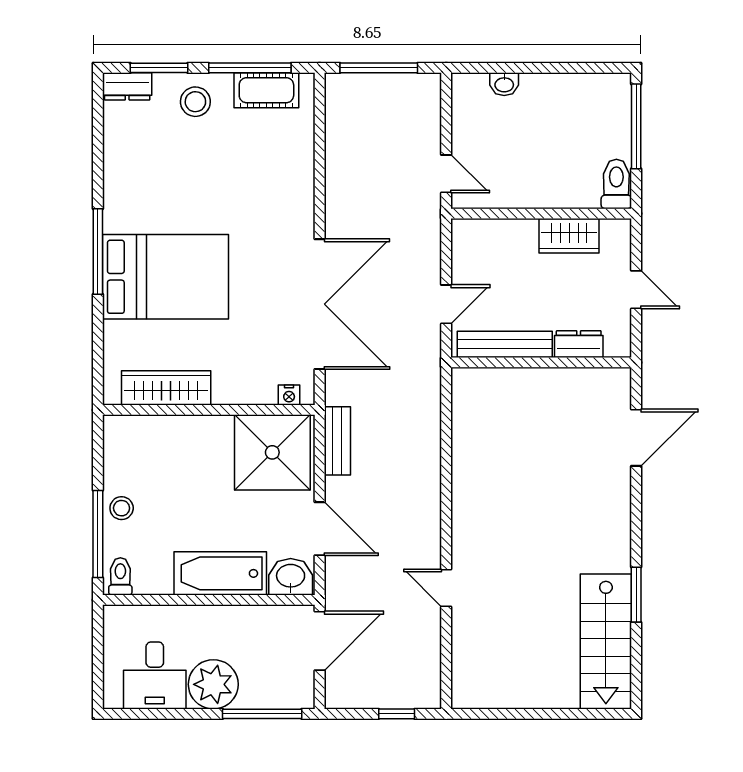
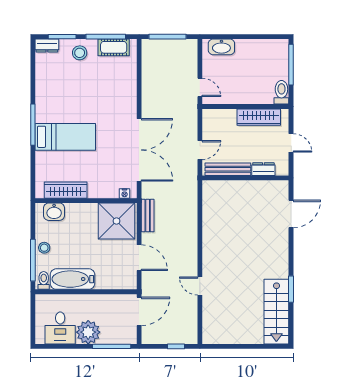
washbasin: (504, 84) -> (221, 47), width x1.91, depth x1.45
wardrobe: (569, 236) -> (259, 117), width x1.50
bed: (165, 277) -> (65, 137), width x0.67
bathtub: (220, 573) -> (73, 279), moved
washbasin: (291, 577) -> (54, 212), moved, turned 180

